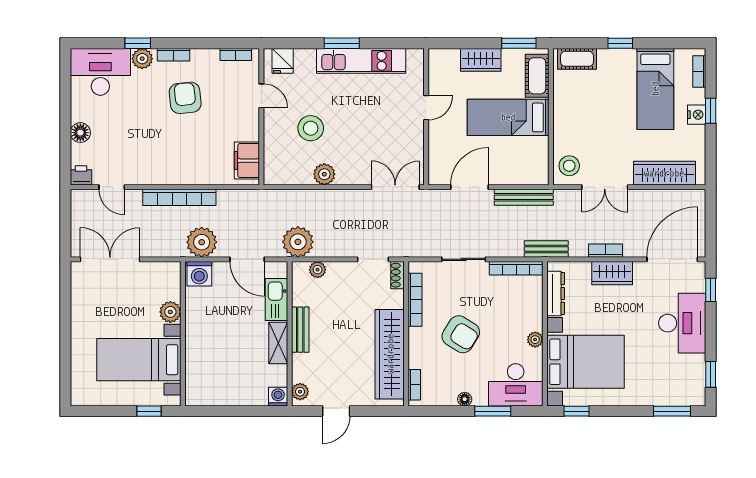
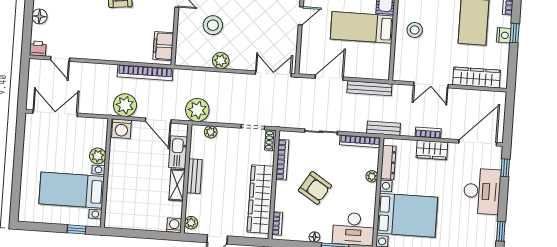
stool: (569, 166) -> (415, 30), moved
bookcase: (179, 197) -> (145, 73), moved
plant: (535, 340) -> (372, 176), moved

